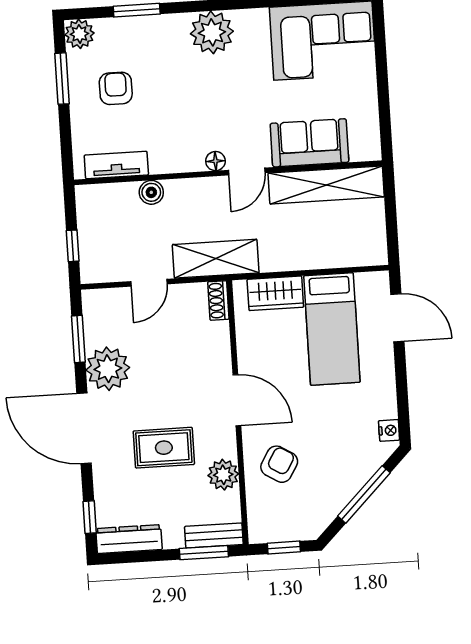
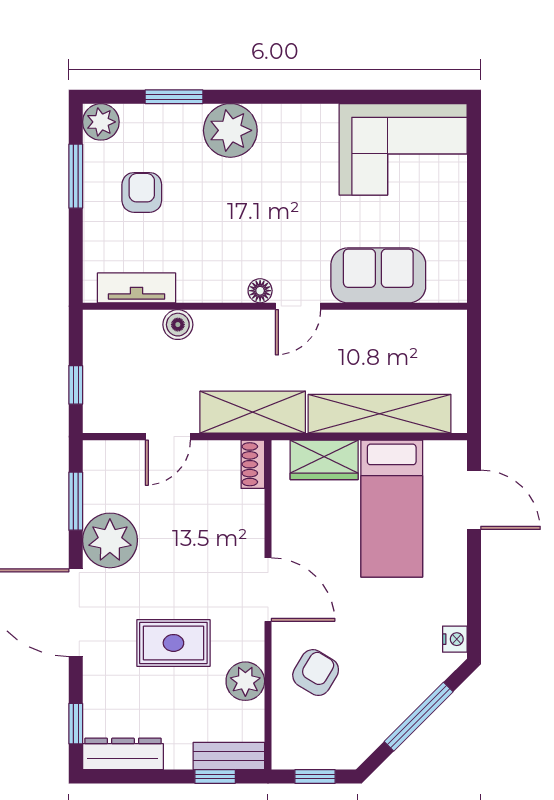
plant: (212, 32) -> (230, 130), moved
shelving: (326, 185) -> (379, 414), moved
window: (204, 553) -> (215, 777), width x0.67

